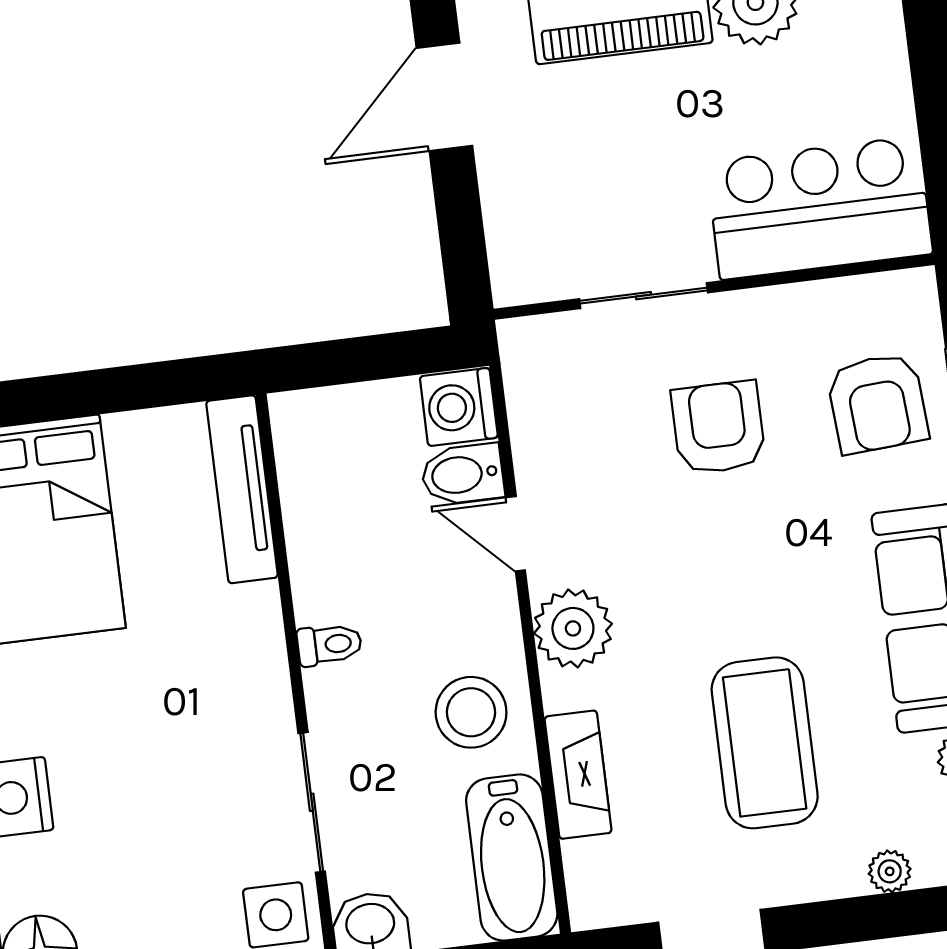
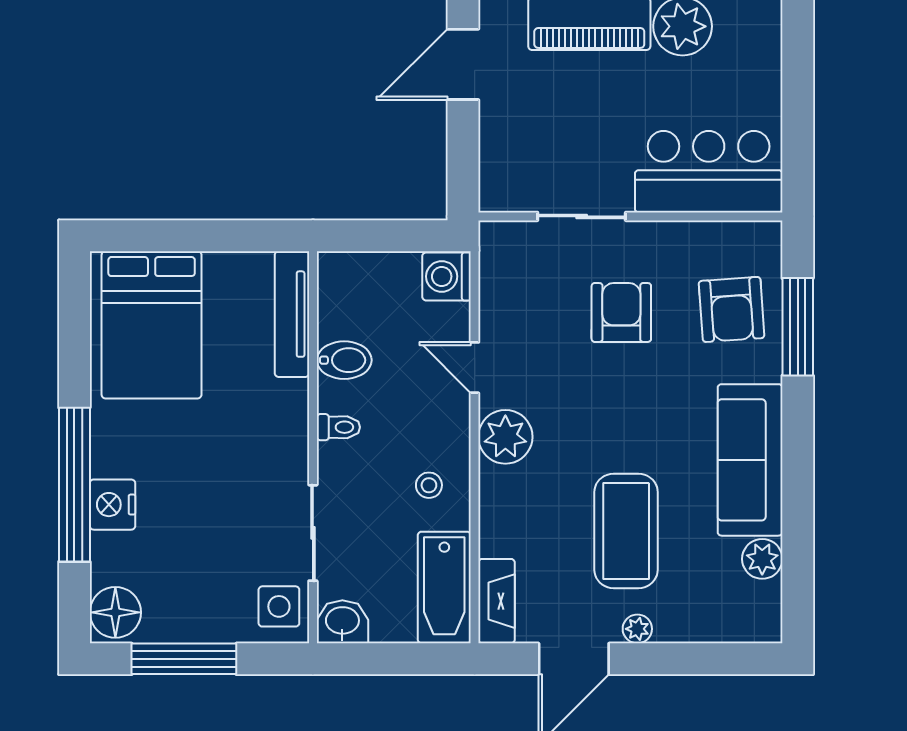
bidet: (462, 474) -> (344, 360), moved, turned 180
stool: (471, 712) -> (429, 485), width x0.53, depth x0.53
fireplace: (578, 775) -> (496, 601), moved
plant: (890, 871) -> (637, 629), moved

